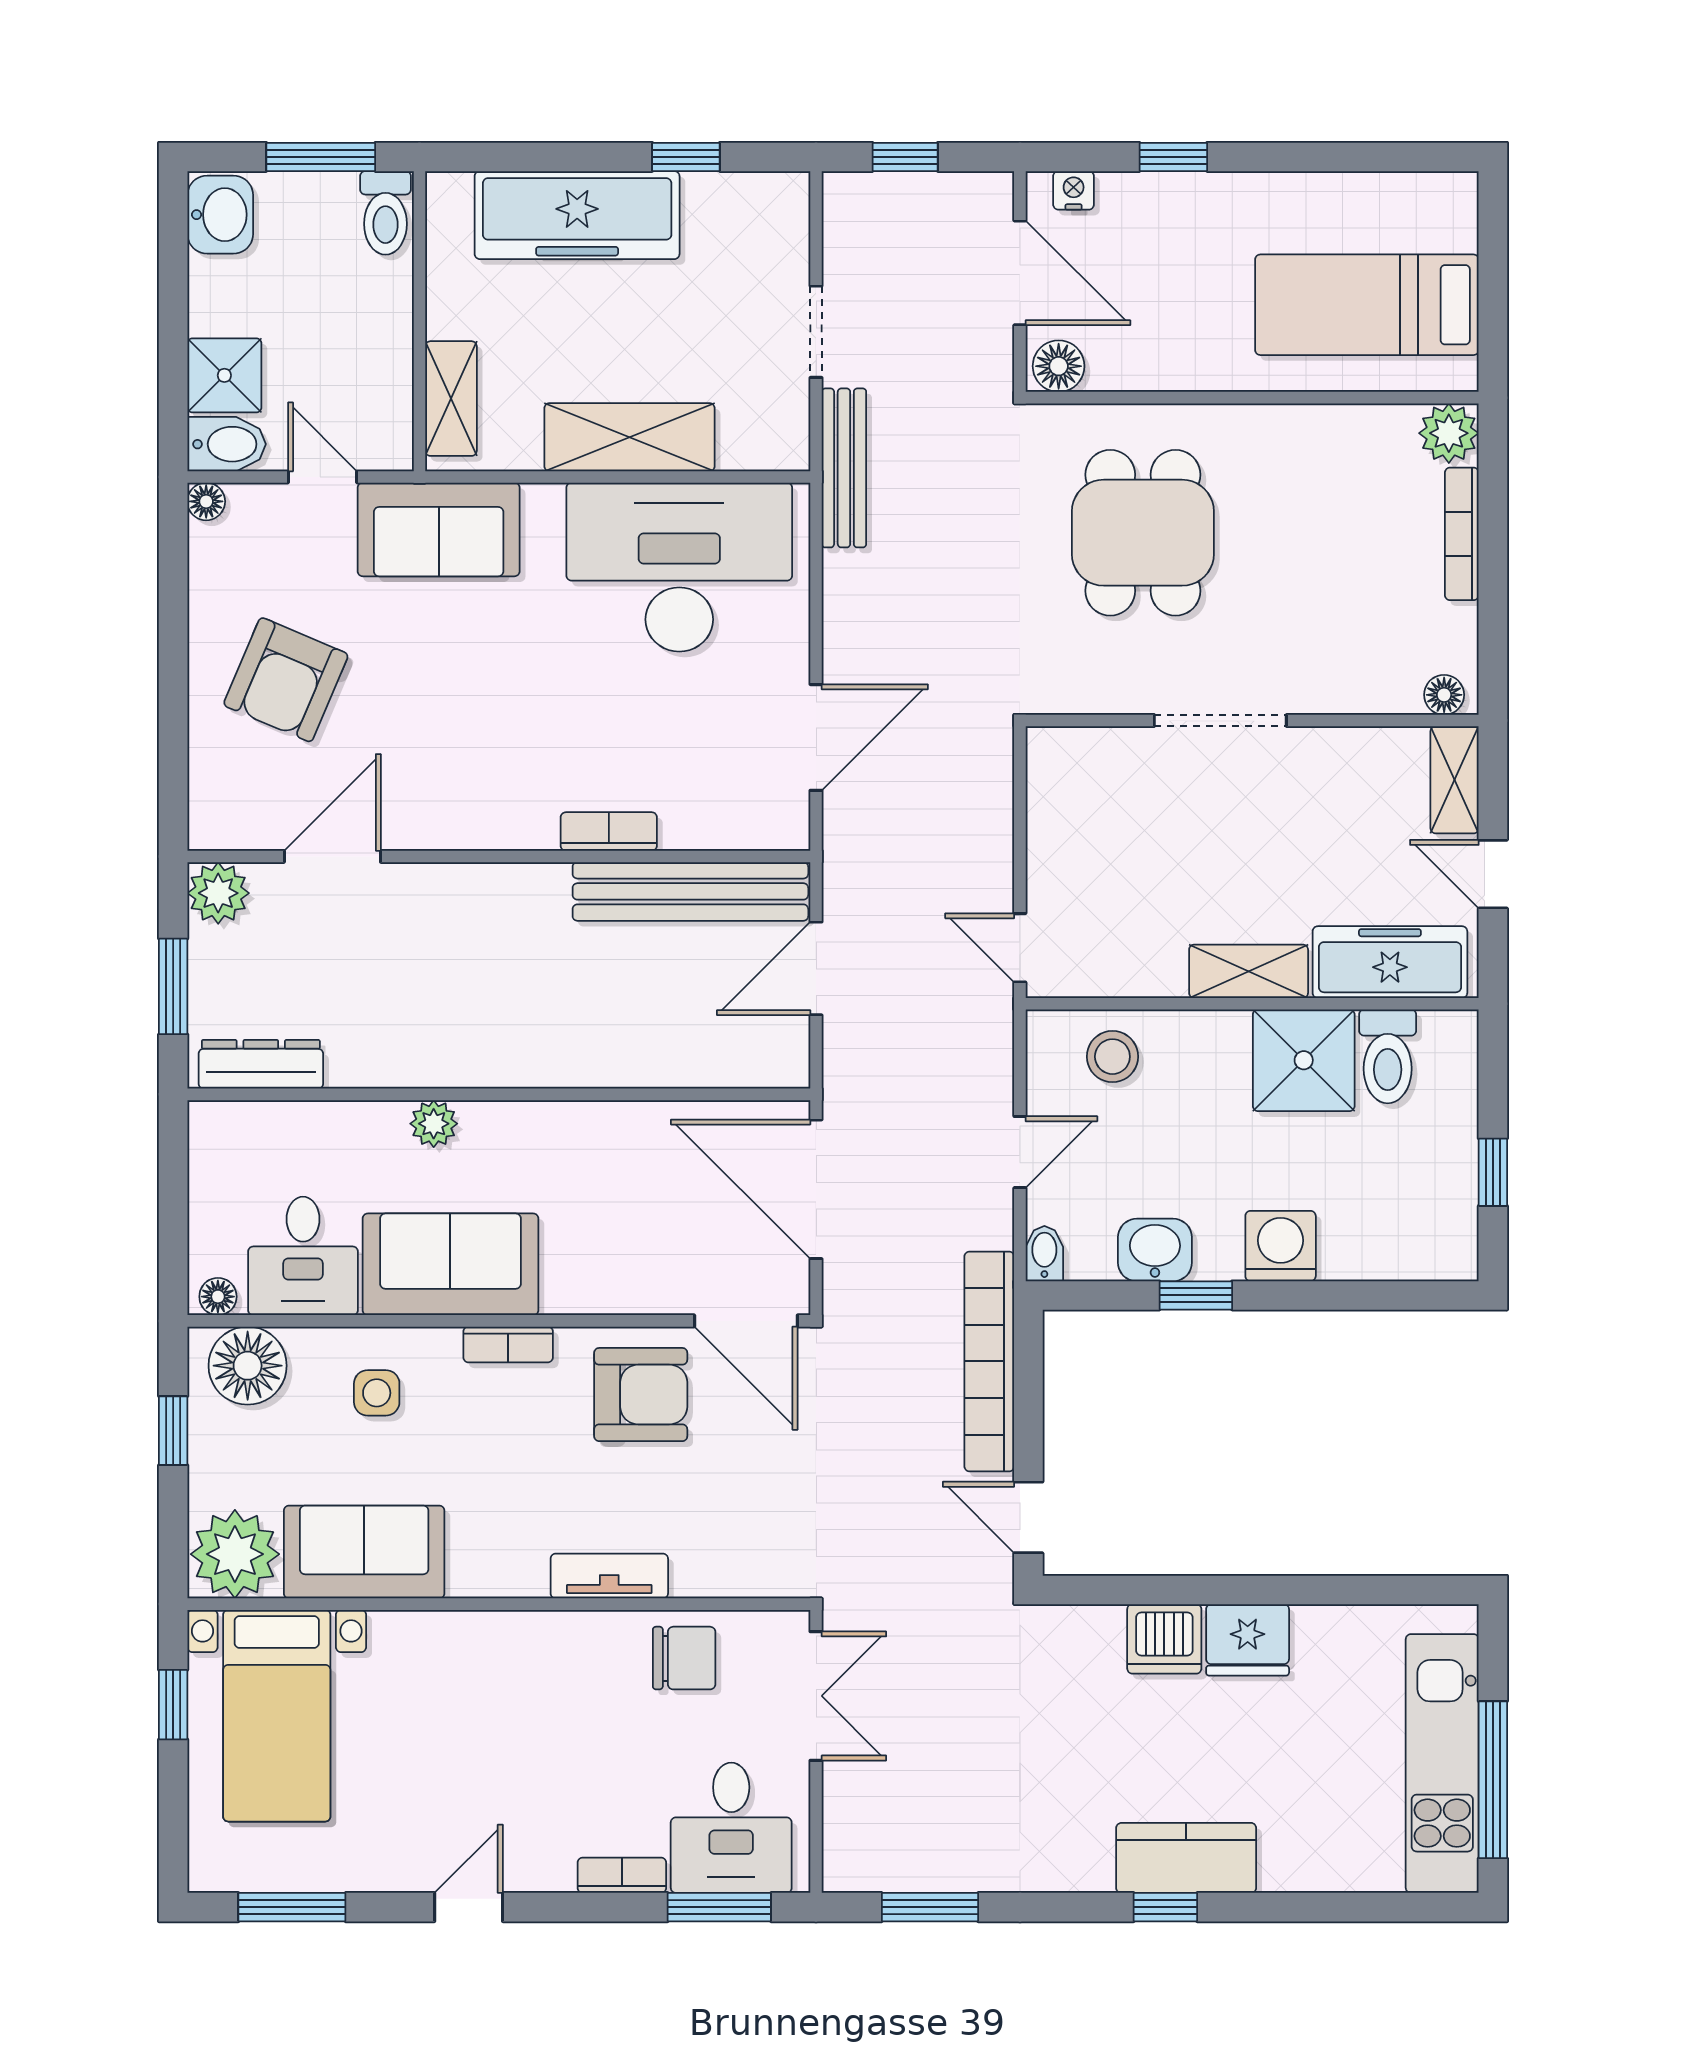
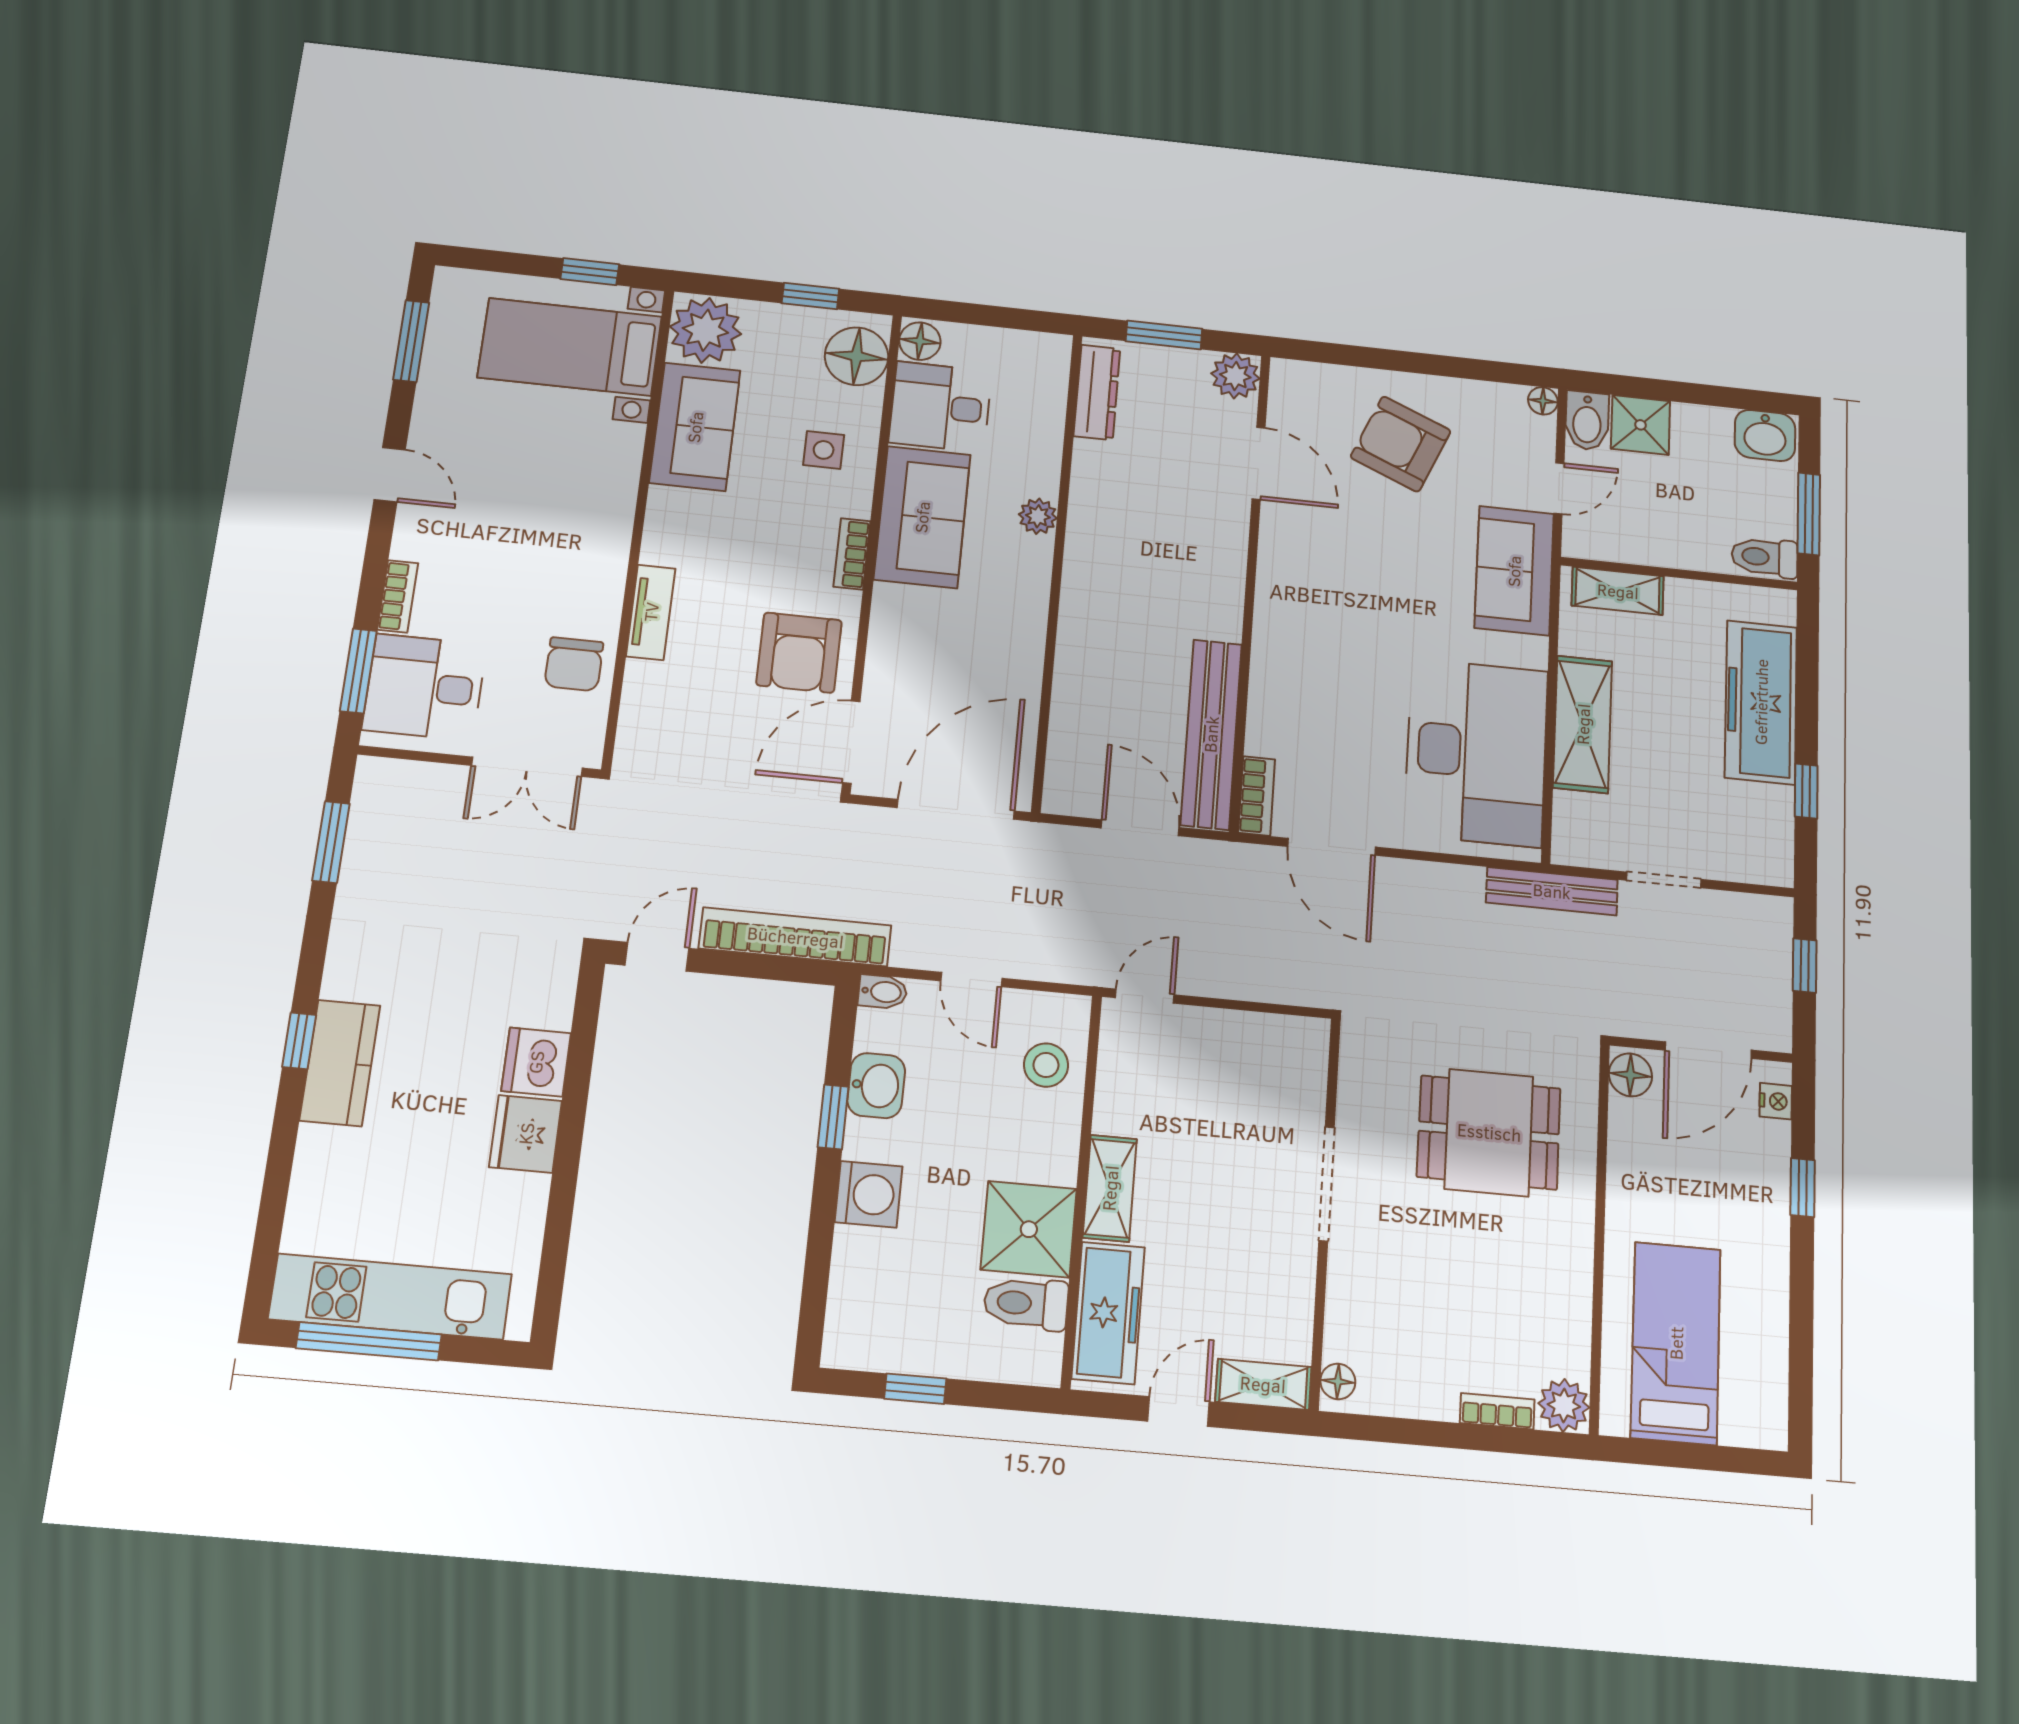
bookcase: (1462, 534) -> (1497, 1411), width x0.64
bookcase: (609, 832) -> (1257, 796), moved
floor lamp: (218, 1297) -> (920, 341), width x1.37, depth x1.37

